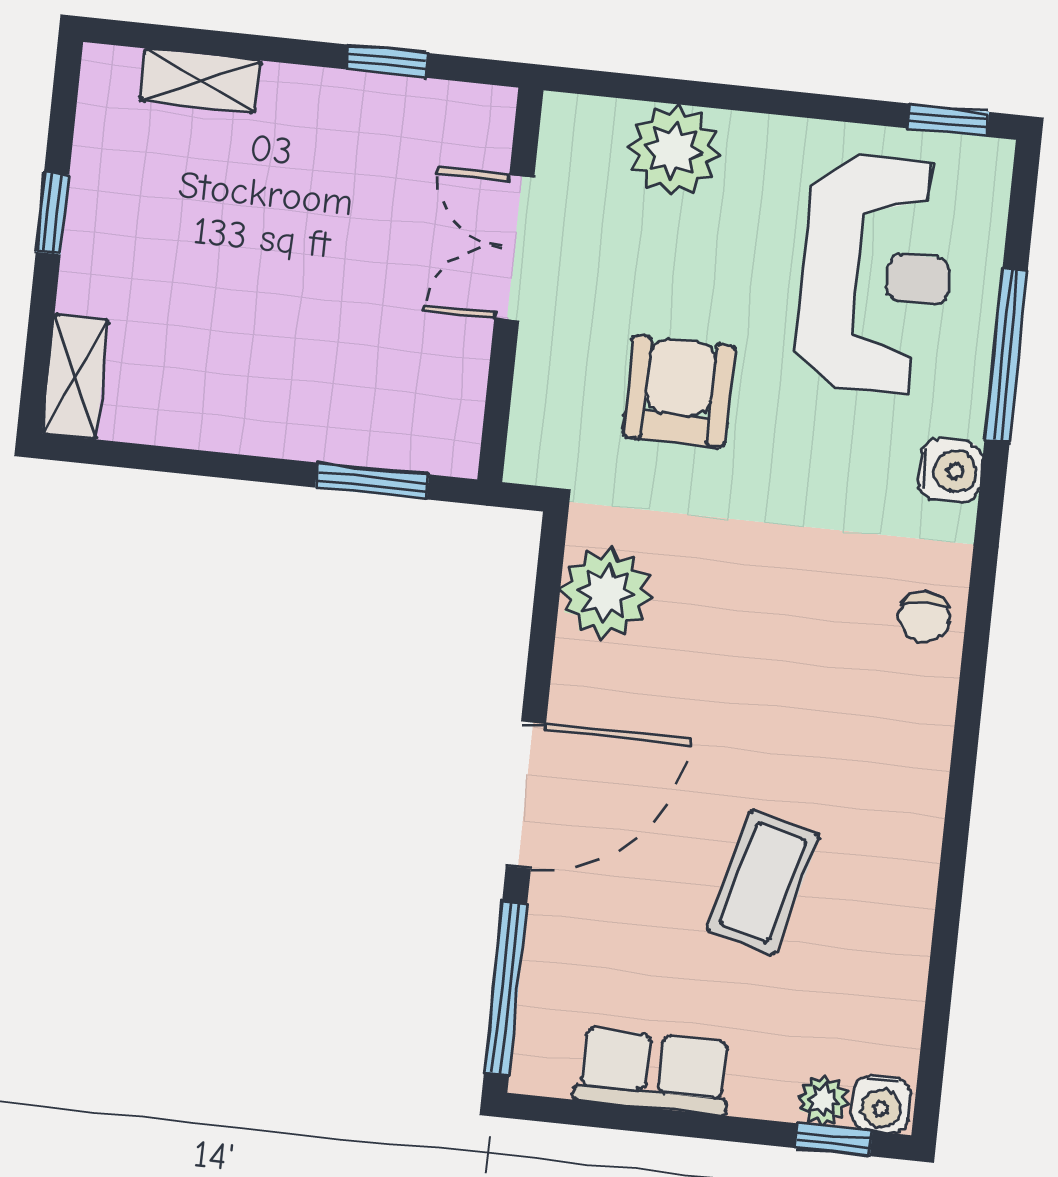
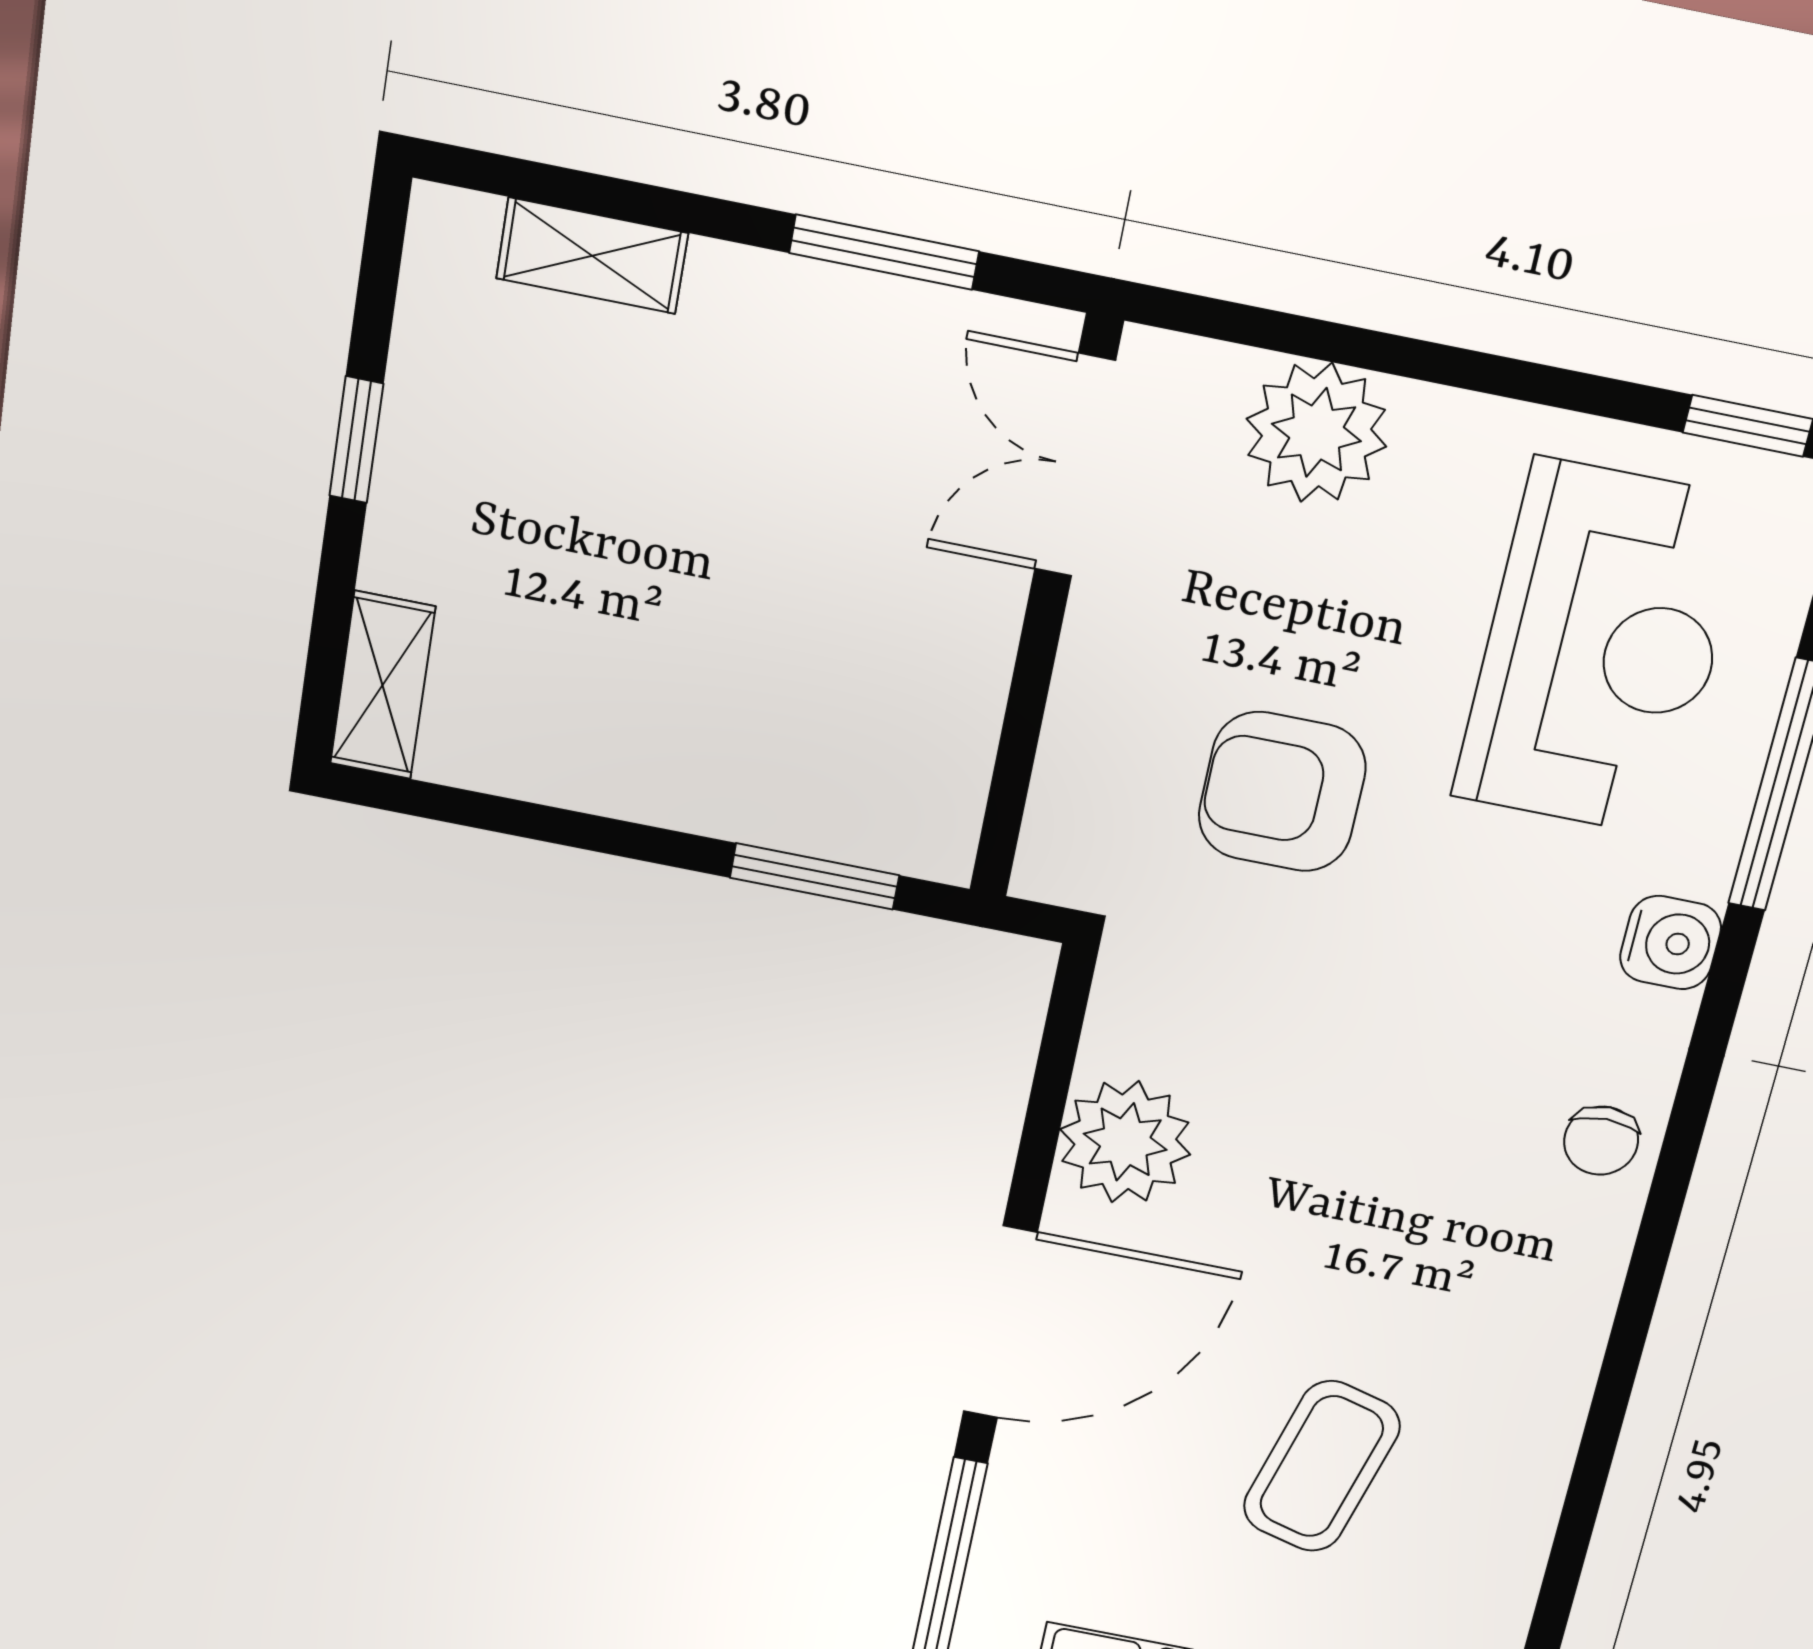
window: (387, 61) -> (884, 252), width x1.50
double door: (514, 248) -> (1075, 465), moved
armchair: (679, 391) -> (1282, 792), turned -90
plant: (606, 593) -> (1125, 1142), moved

